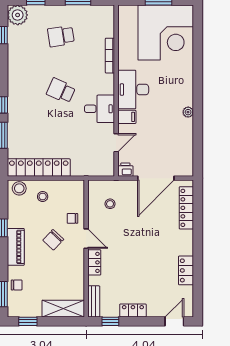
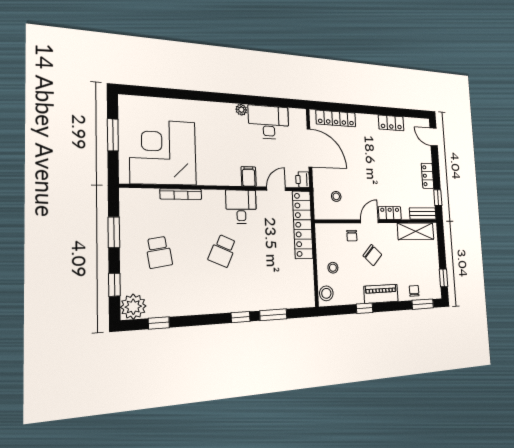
corner desk: (166, 32) -> (163, 152), moved, turned -90
desk: (133, 90) -> (269, 122), moved, turned 180
door: (116, 143) -> (276, 189), hinge flipped
locker: (39, 168) -> (303, 225), moved
shelving: (63, 309) -> (416, 231), moved, turned 90

